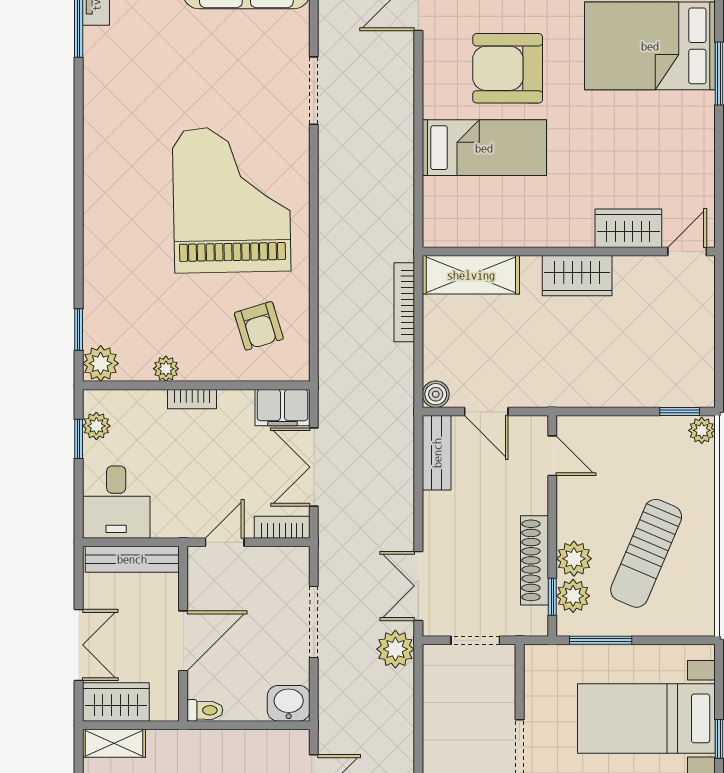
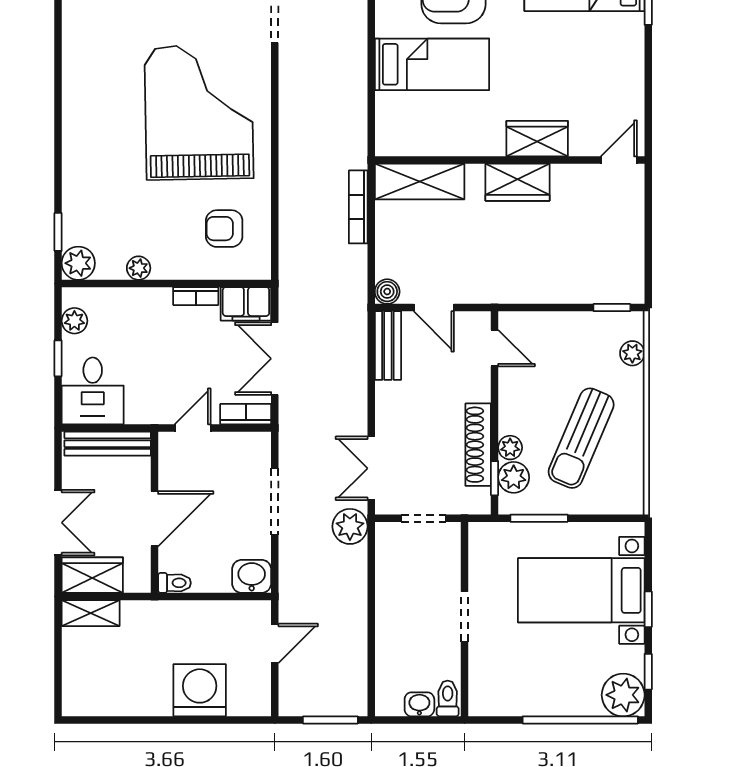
wardrobe: (628, 228) -> (537, 139), moved
armchair: (259, 326) -> (224, 229), turned 107
bookcase: (192, 399) -> (196, 296), moved
plant: (702, 430) -> (632, 353), moved
window: (79, 439) -> (58, 358), moved
plant: (574, 559) -> (510, 448), width x0.73, depth x0.73

